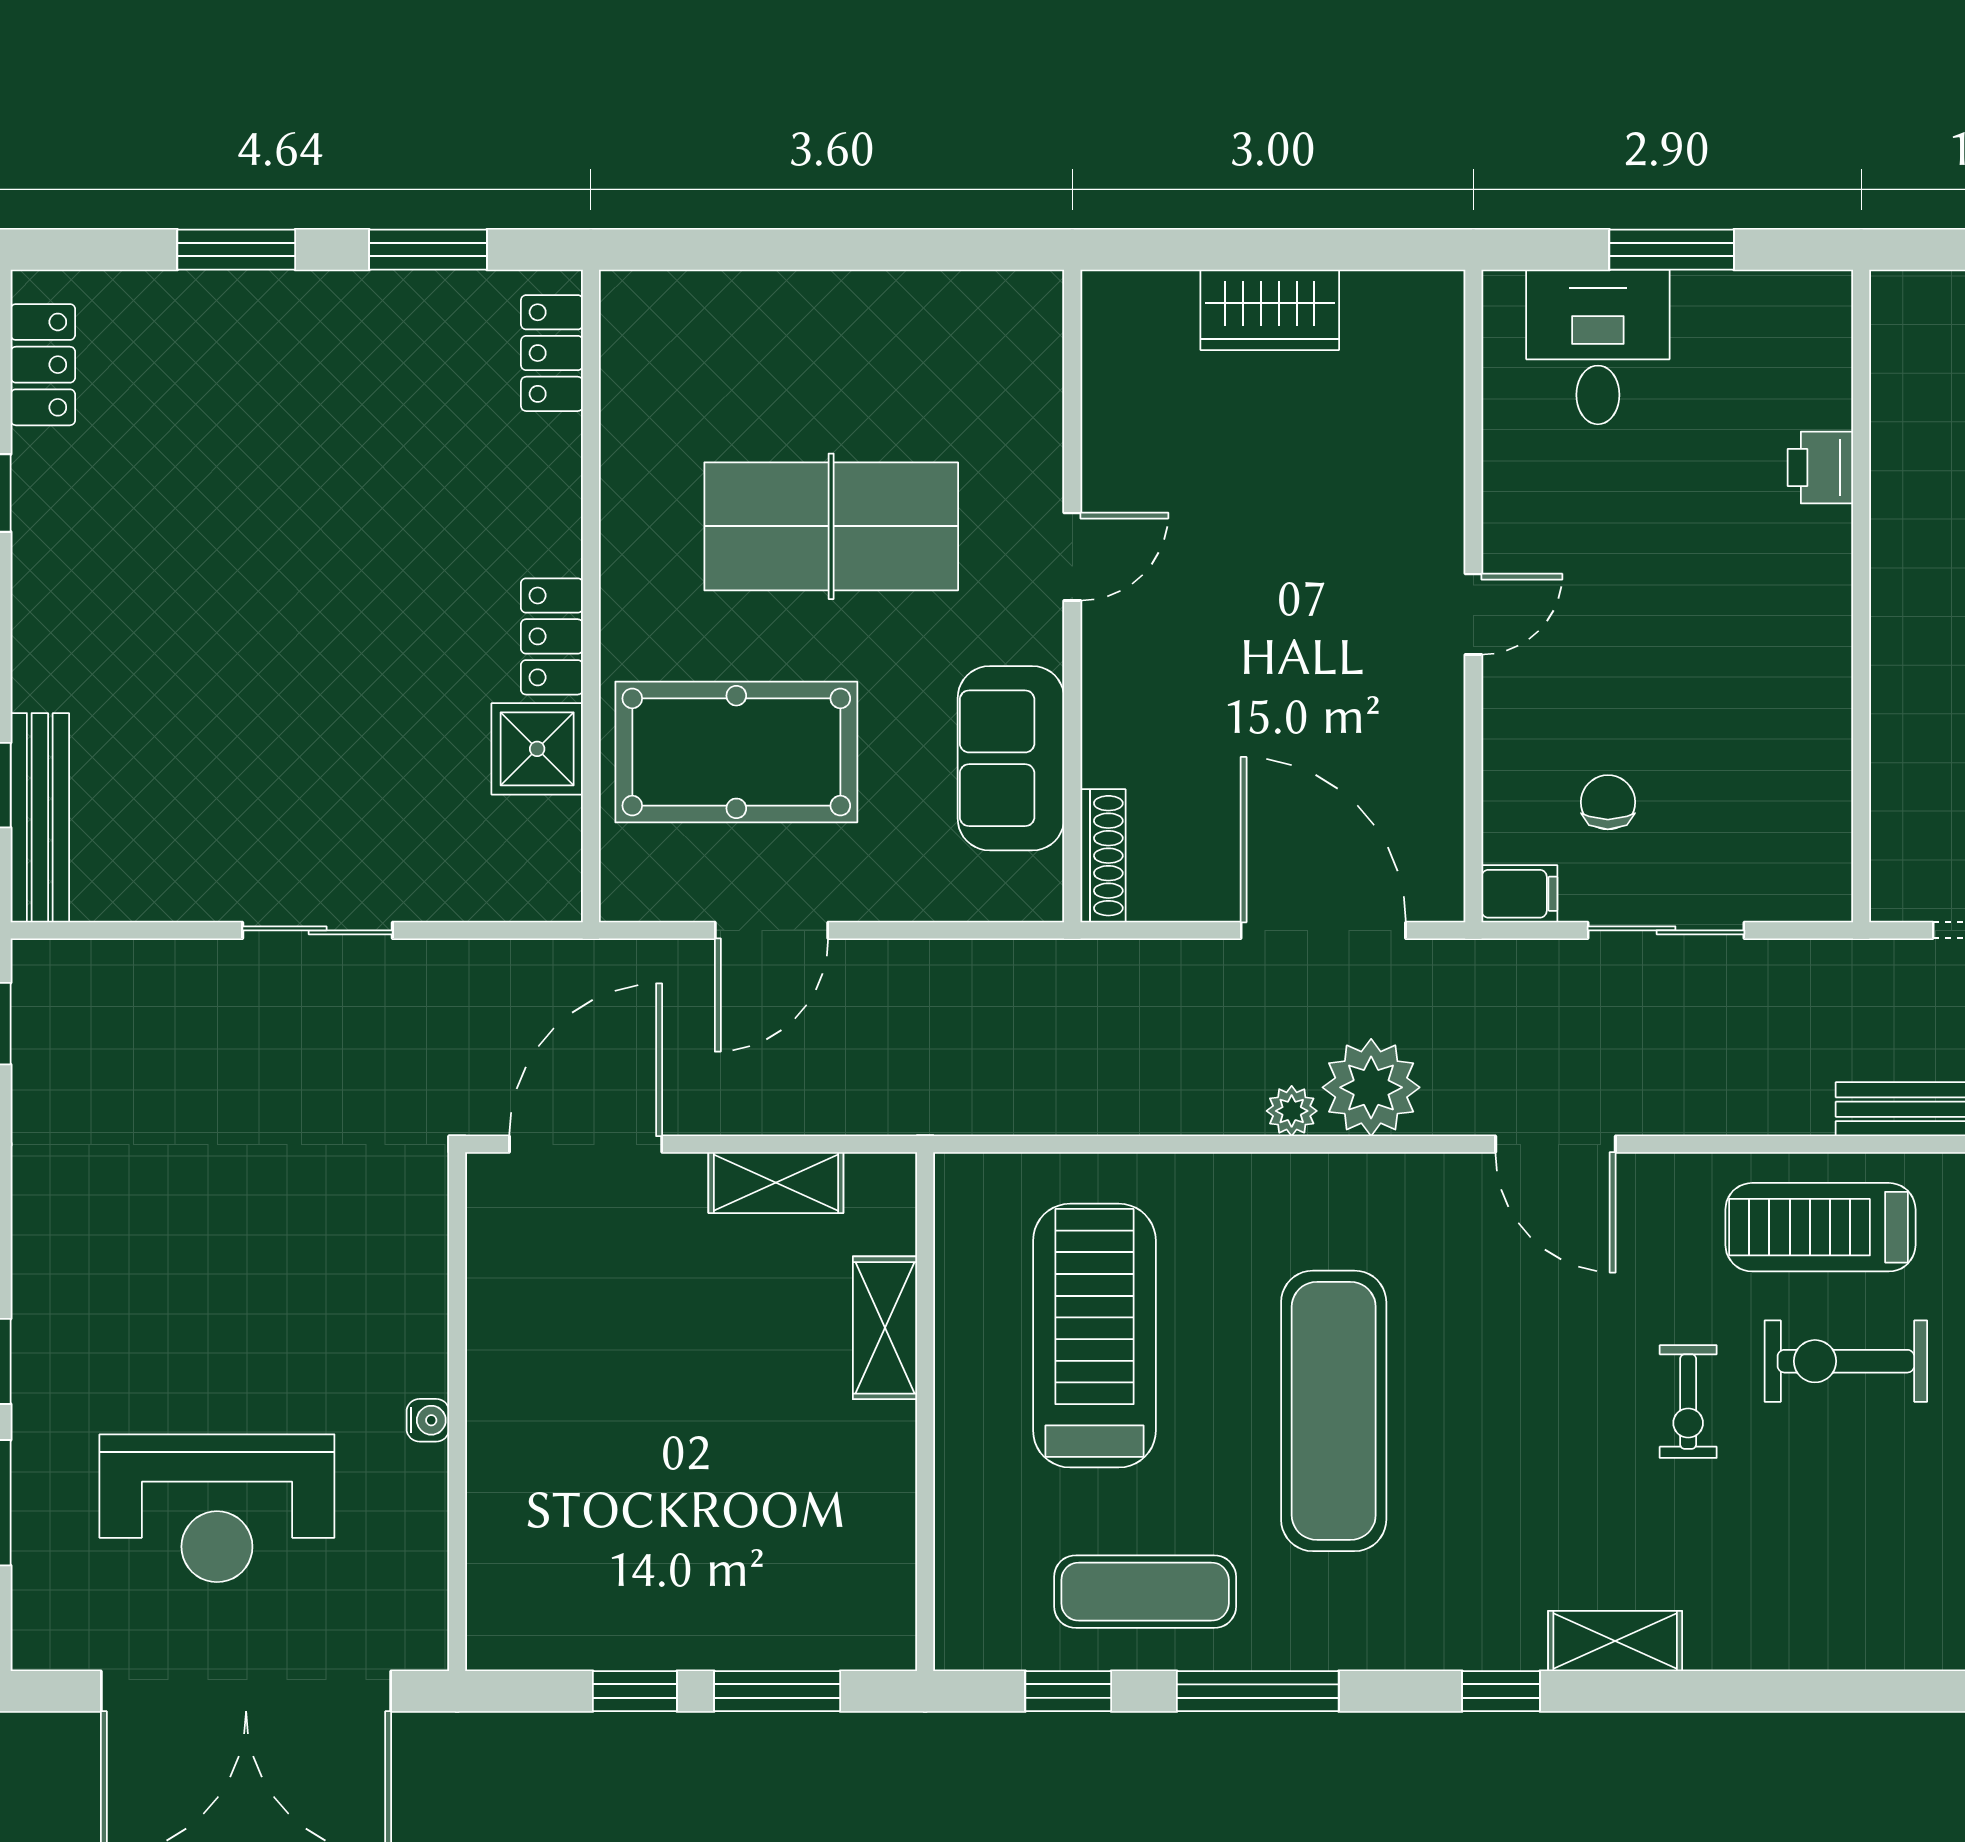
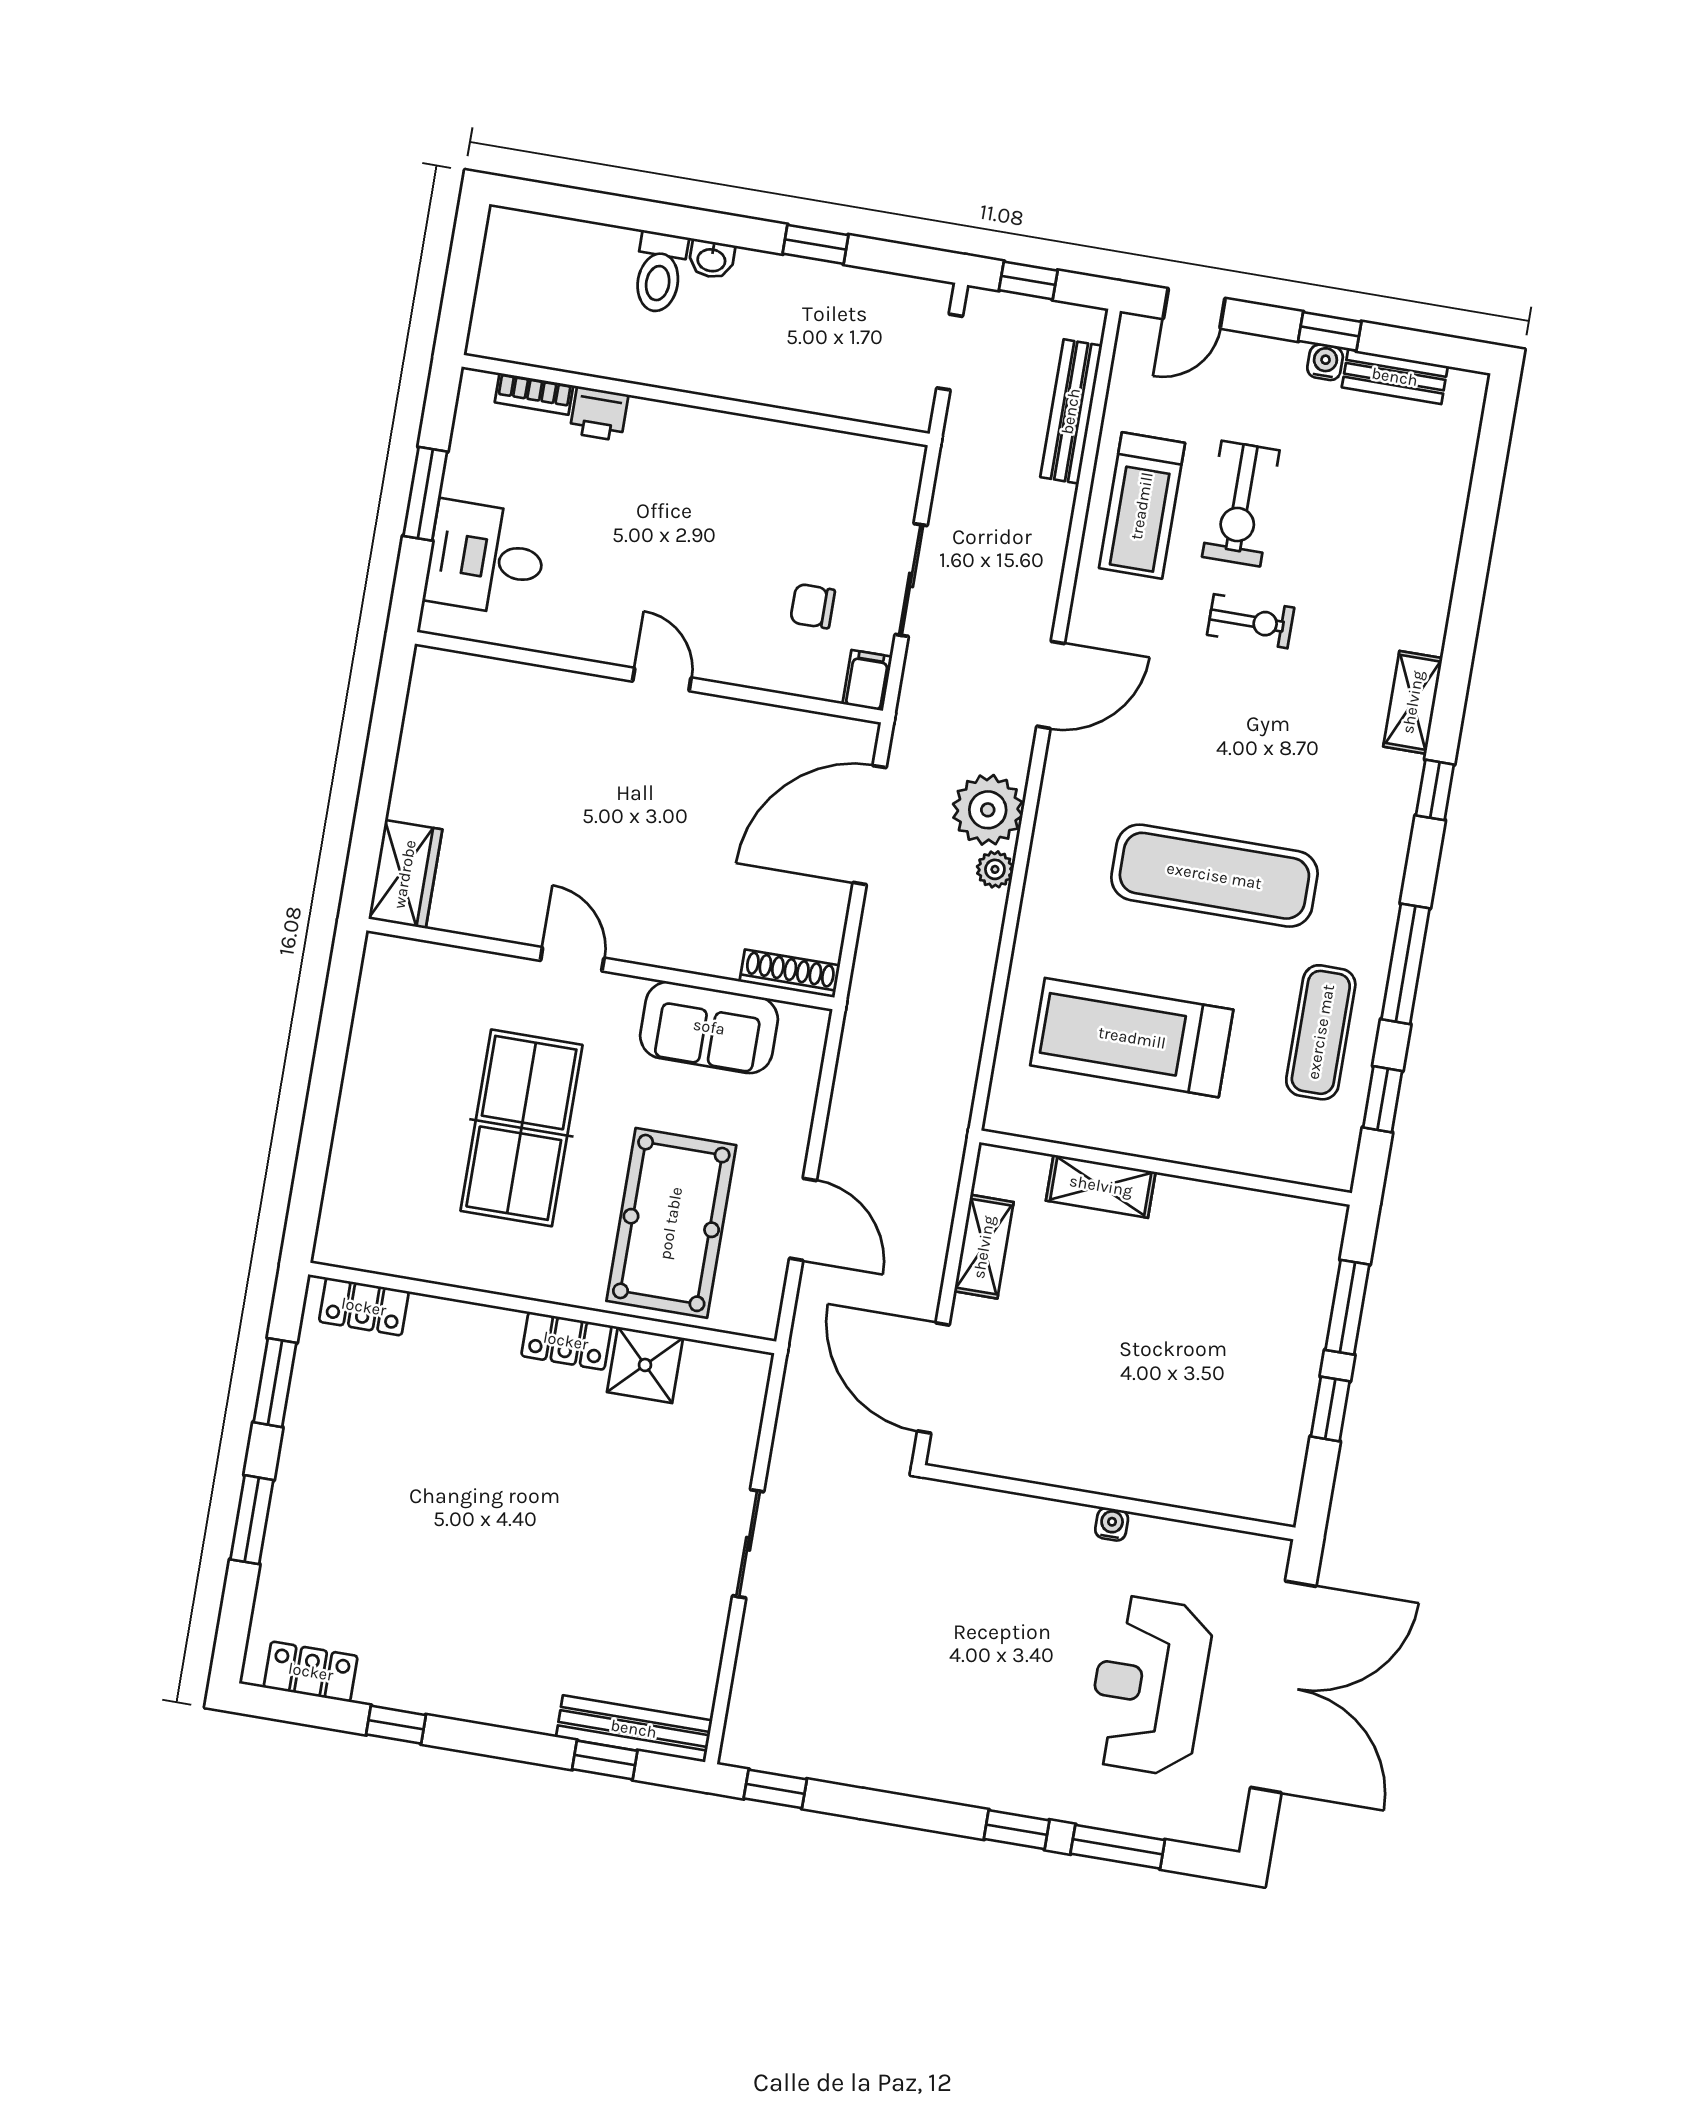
wardrobe: (1270, 310) -> (405, 874), moved
bookcase: (1833, 375) -> (534, 394), added
reception desk: (217, 1508) -> (1149, 1686), turned 180

